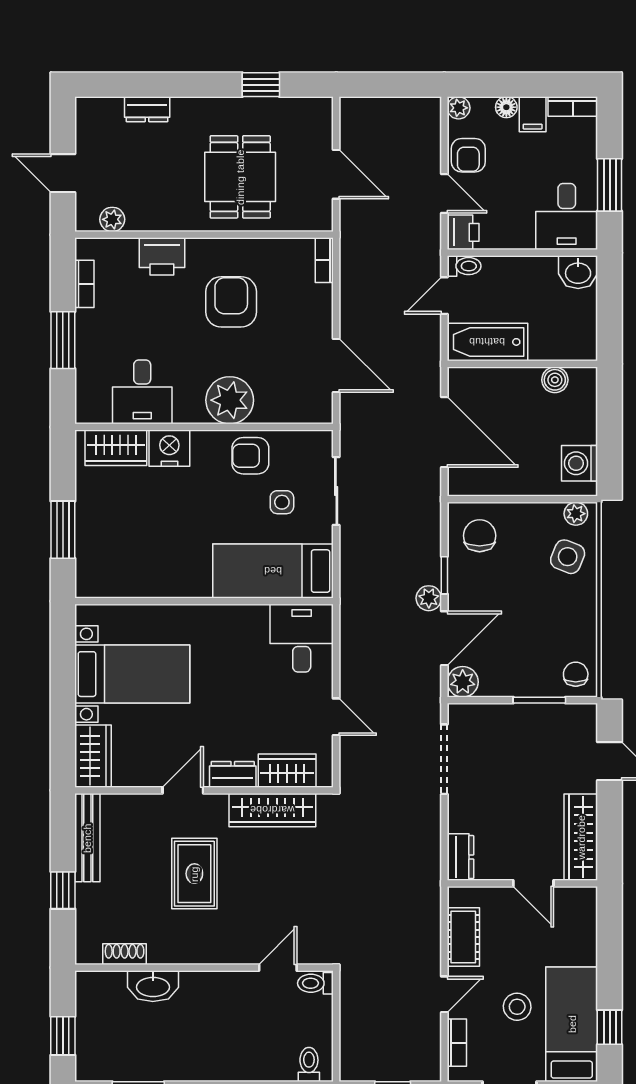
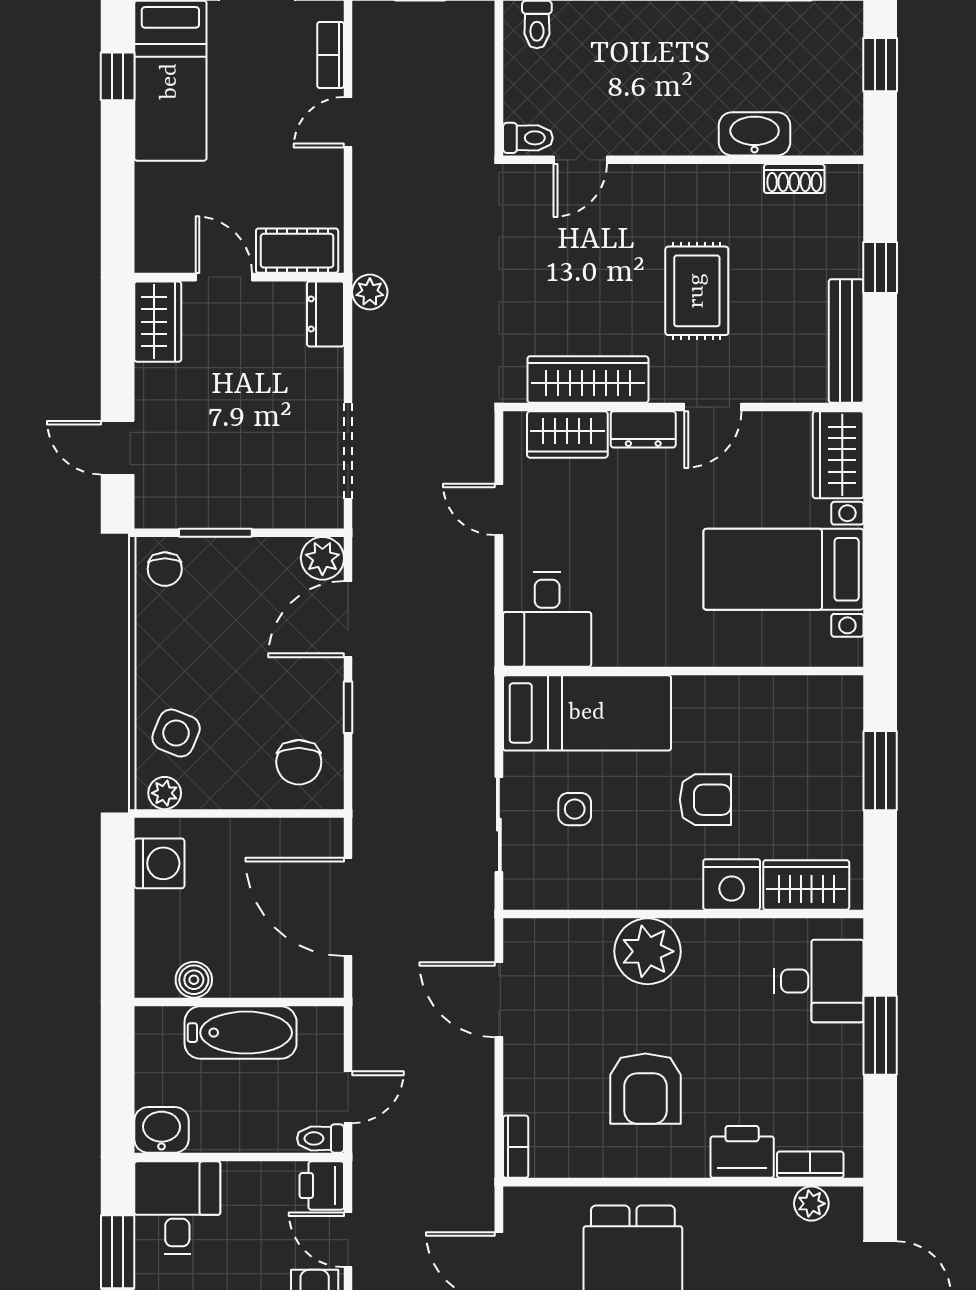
bookcase: (84, 284) -> (810, 1165), moved, turned 90
bathtub: (487, 342) -> (241, 1033), moved
desk: (142, 392) -> (819, 981), moved, turned 90
armchair: (250, 456) -> (705, 800), moved
plant: (429, 598) -> (370, 292), moved
wardrobe: (581, 837) -> (158, 322), width x0.67
cot: (463, 937) -> (297, 251), moved, turned 90
stool: (517, 1007) -> (246, 105), removed

